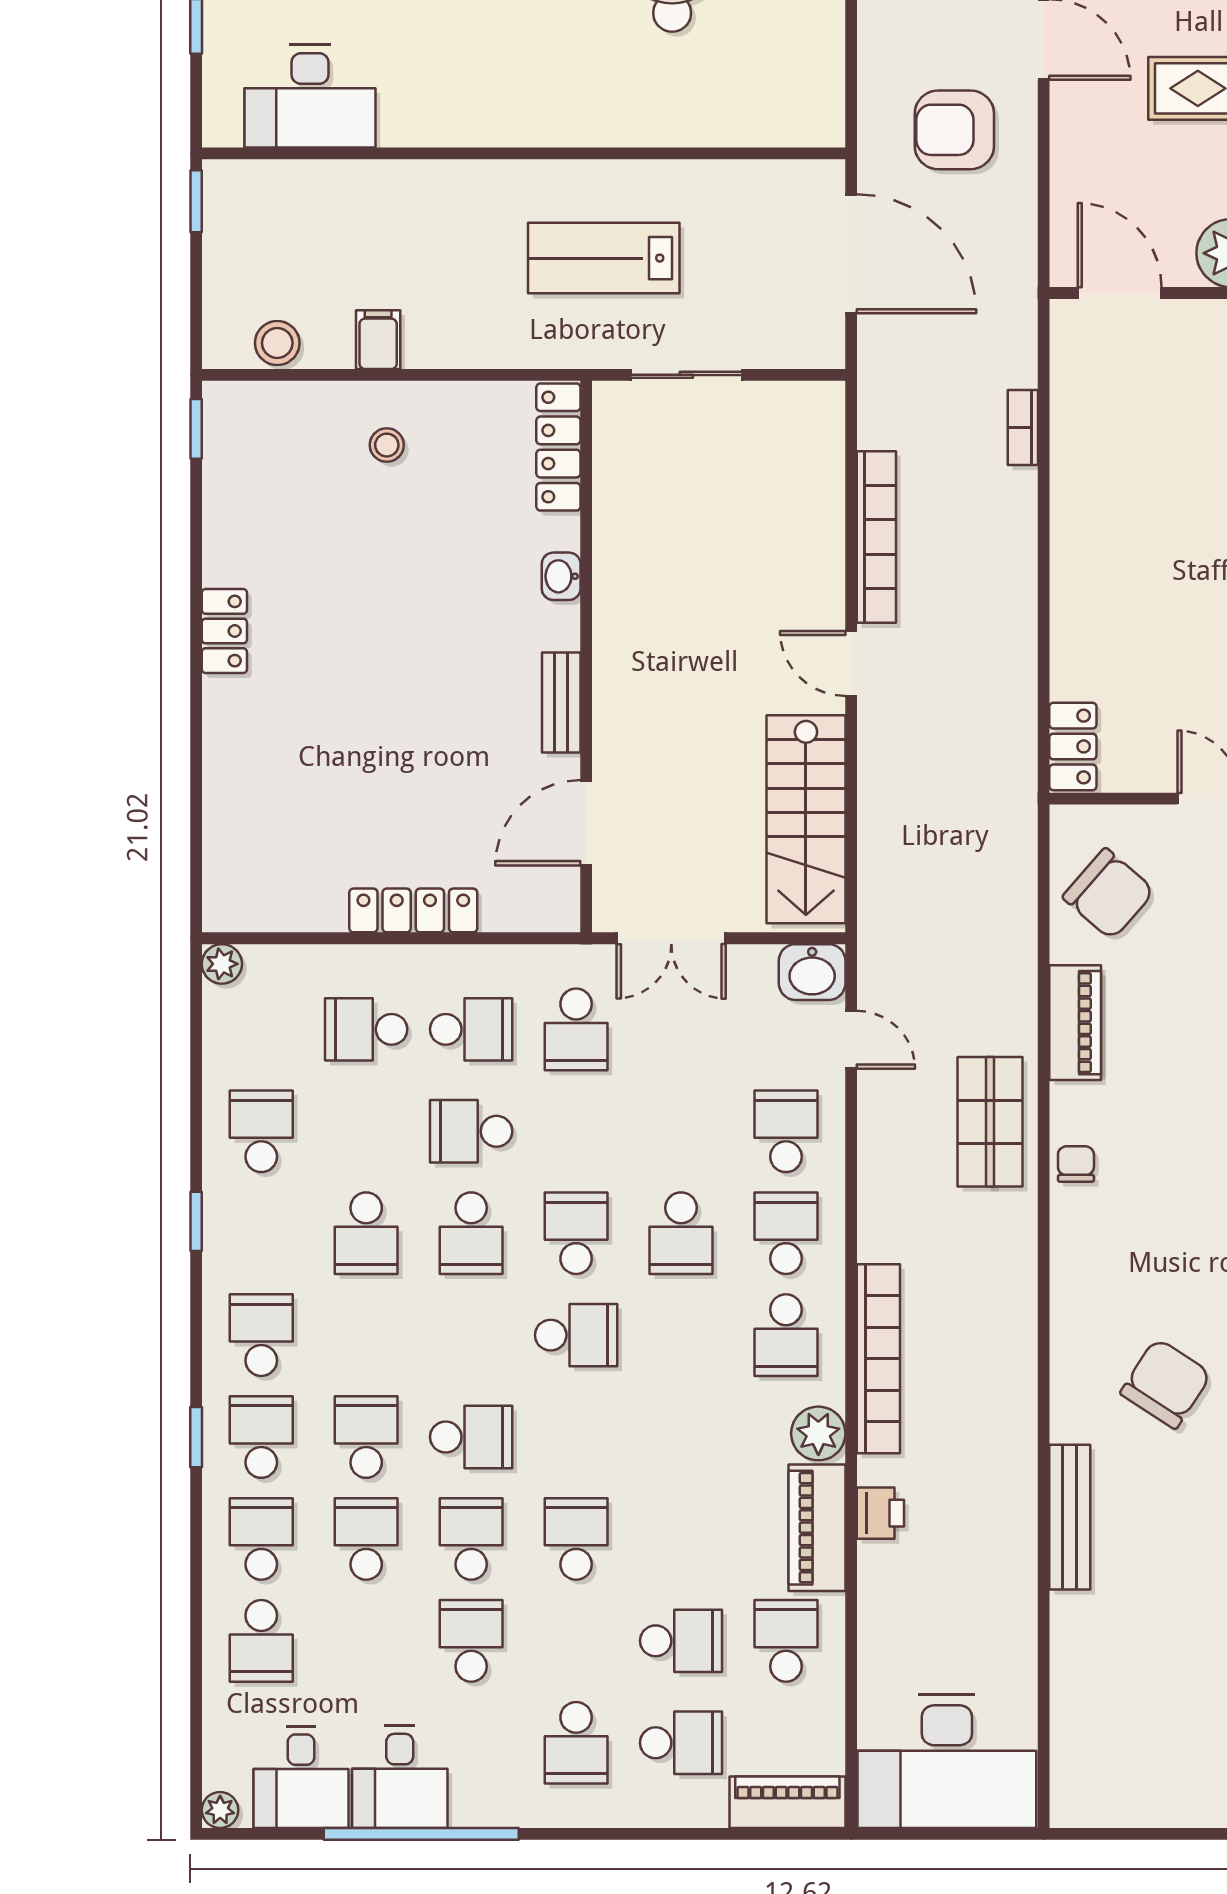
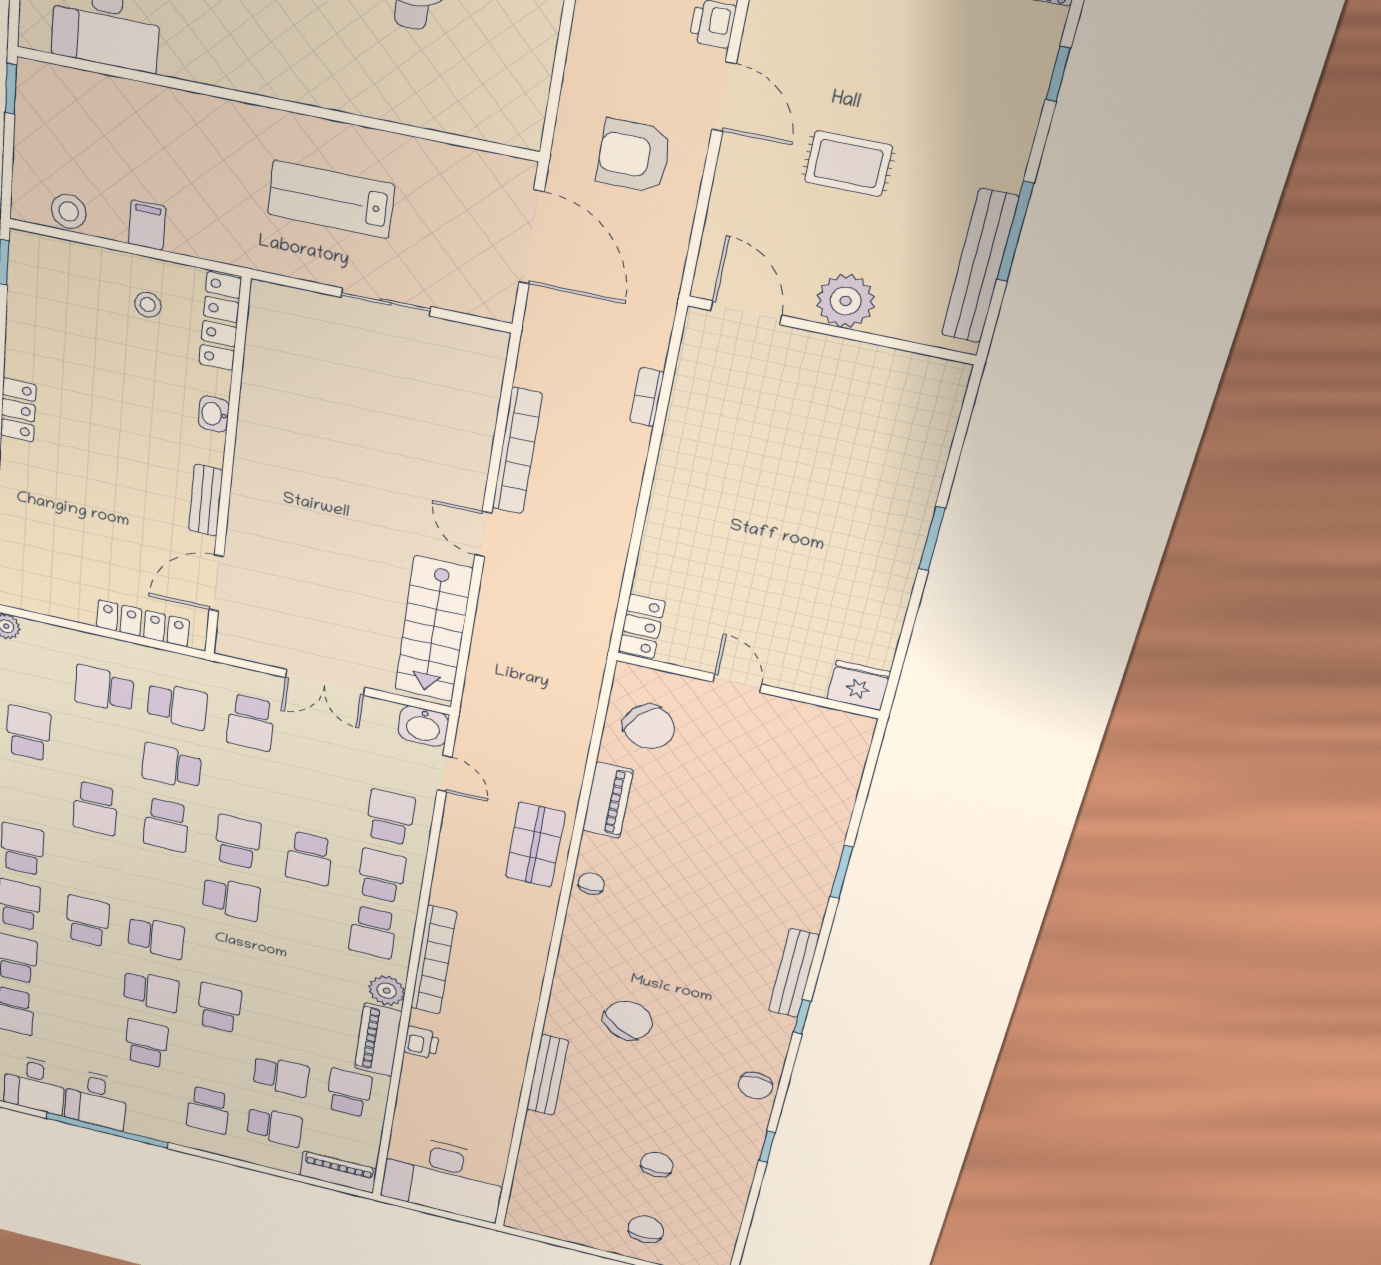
locker: (558, 447) -> (220, 321), moved
washbasin: (561, 576) -> (214, 414), moved
wall: (586, 657) -> (227, 473), moved
bench: (561, 702) -> (206, 500), moved
door: (586, 823) -> (216, 583), moved
school desk: (366, 1539) -> (83, 975), removed
school desk: (471, 1539) -> (151, 991), turned 90

